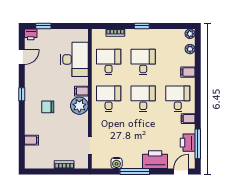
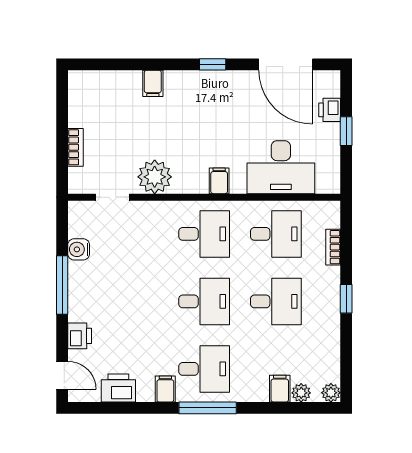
window: (43, 26) -> (346, 131), moved
printer: (31, 34) -> (330, 110), moved
door: (22, 57) -> (286, 64), width x1.87
filing cabinet: (188, 72) -> (280, 389), moved
plant: (79, 106) -> (155, 177), moved
chair: (48, 107) -> (188, 115), removed
filing cabinet: (31, 140) -> (153, 83), moved
window: (198, 144) -> (208, 408), moved
printer: (155, 160) -> (80, 336), width x0.53, depth x0.68

